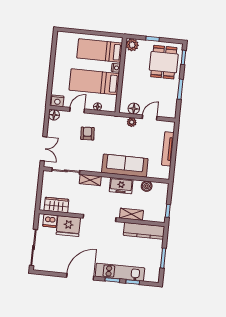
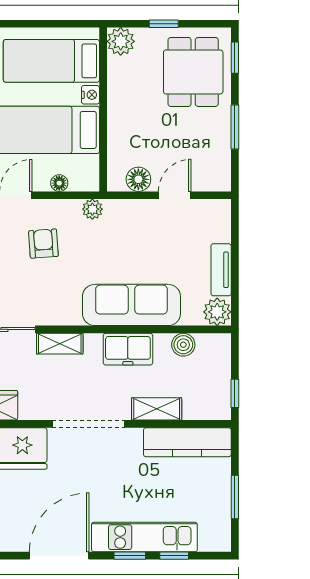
plant: (132, 122) -> (92, 209), moved
tv unit: (168, 149) -> (221, 270), width x0.71
plant: (164, 173) -> (217, 312), added

